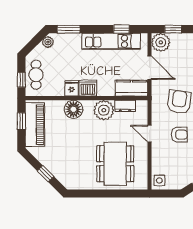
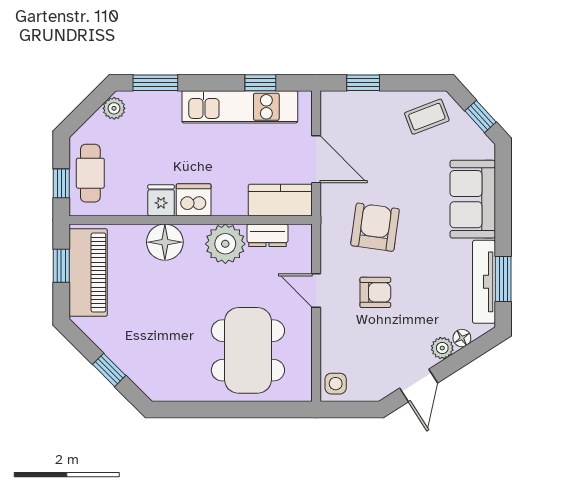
plant: (161, 42) -> (339, 109), removed

